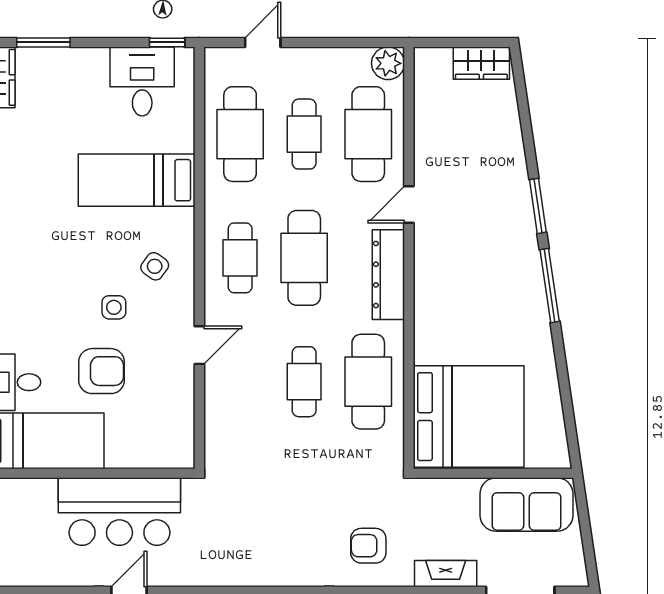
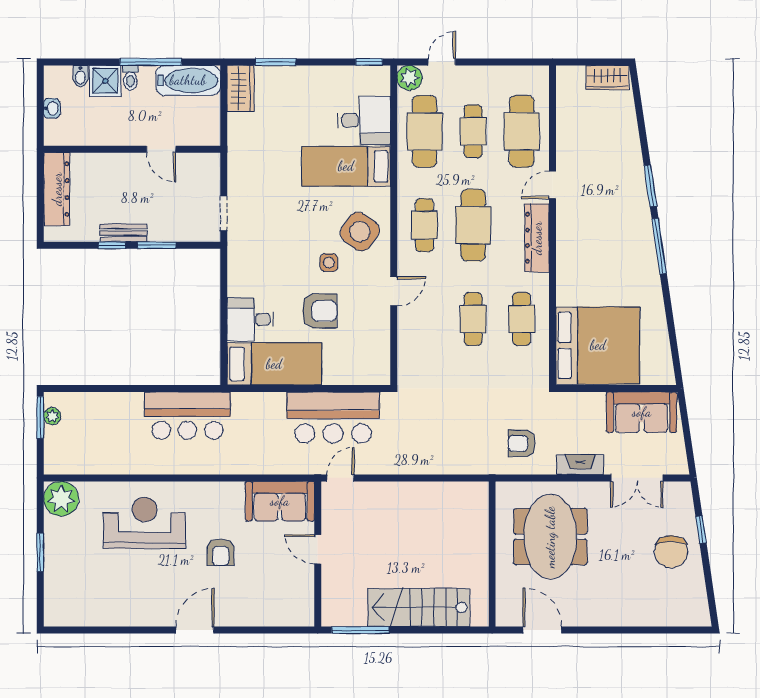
plant: (388, 63) -> (410, 78), moved
desk: (142, 81) -> (364, 120), moved, turned 90
side table: (155, 266) -> (360, 232), width x1.87, depth x1.87
cafe table: (368, 382) -> (522, 319), width x0.73, depth x0.74

